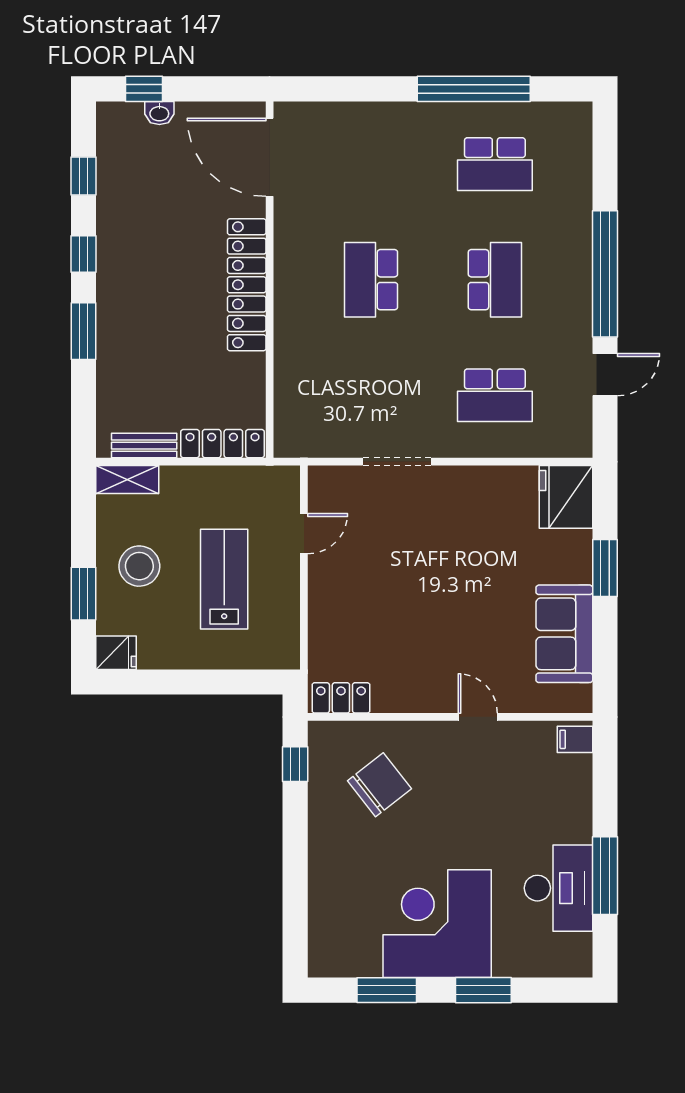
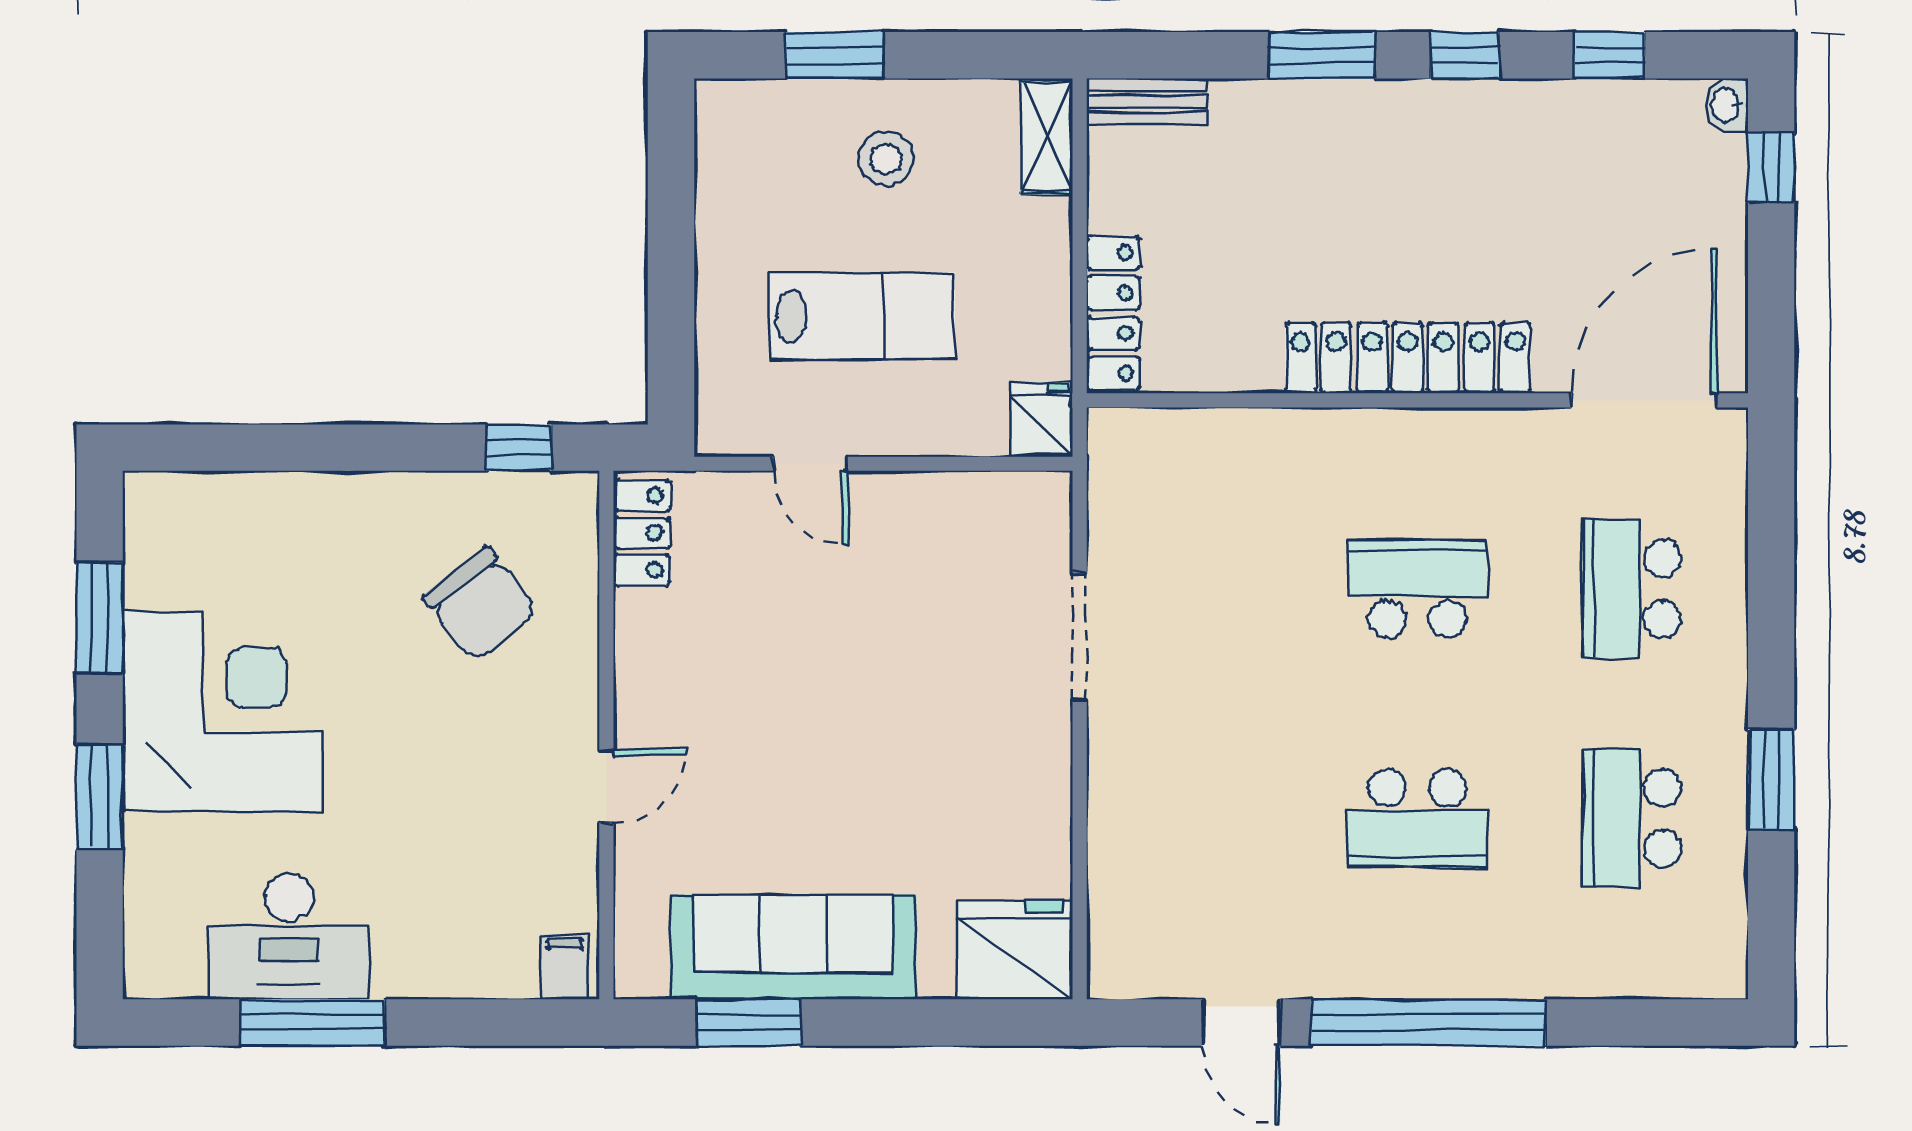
window: (474, 89) -> (1771, 779), width x0.47
washbasin: (159, 113) -> (1726, 105), moved
school desk: (495, 395) -> (1632, 589), moved
bench: (144, 446) -> (1147, 101), moved, turned 90
door: (304, 534) -> (810, 464), moved
stool: (139, 566) -> (886, 159), width x0.73, depth x0.73
window: (605, 568) -> (749, 1023), moved
sofa: (564, 634) -> (793, 947), width x1.36
fridge: (116, 653) -> (1041, 420), moved, turned 180

